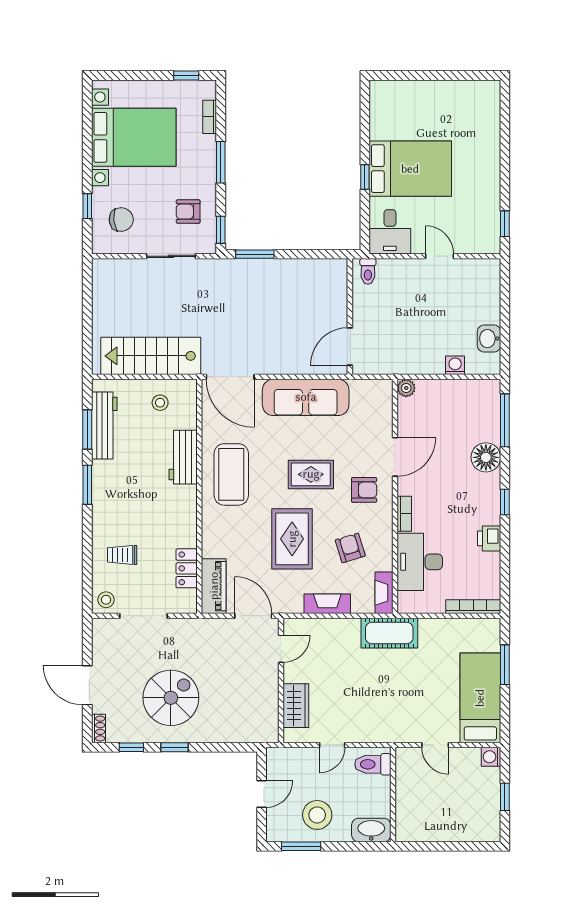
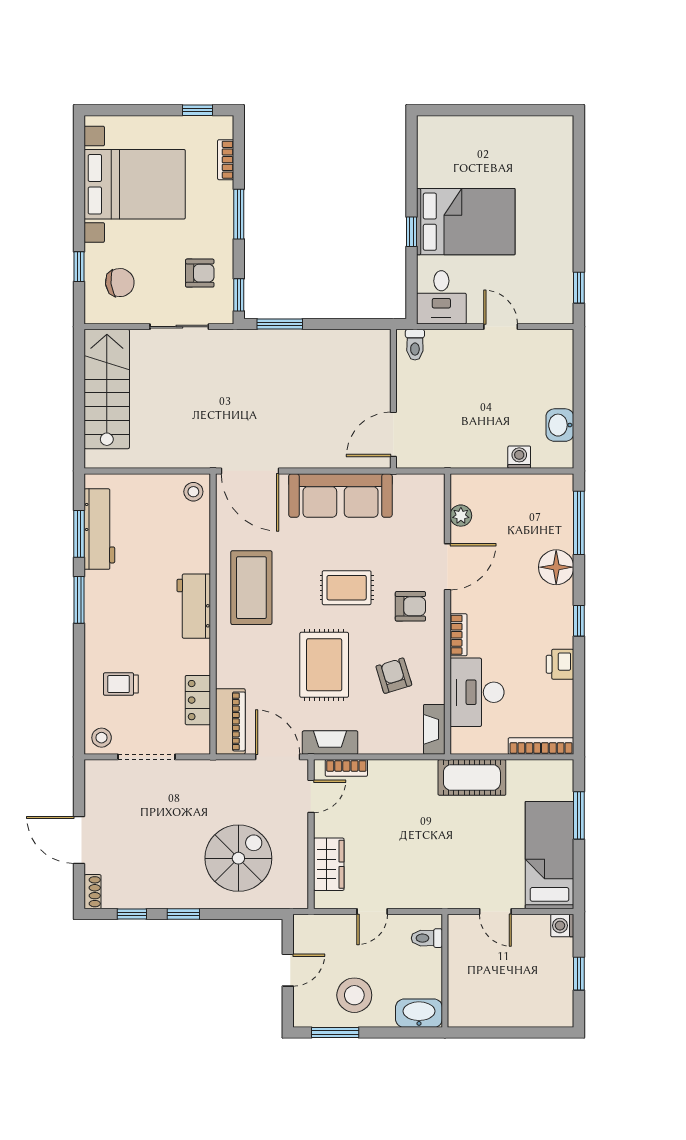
armchair: (188, 212) -> (200, 273), turned 180
stairs: (151, 356) -> (107, 389), moved, turned 90
plant: (406, 388) -> (461, 516), moved
stool: (160, 403) -> (193, 492), moved
workbench: (183, 457) -> (194, 606), moved
fireplace: (327, 604) -> (330, 743), moved
bookcase: (311, 625) -> (346, 768), added
cot: (389, 633) -> (472, 777), moved
spiral stairs: (171, 698) -> (238, 858), moved
toilet: (373, 764) -> (427, 938), width x0.73, depth x0.72

